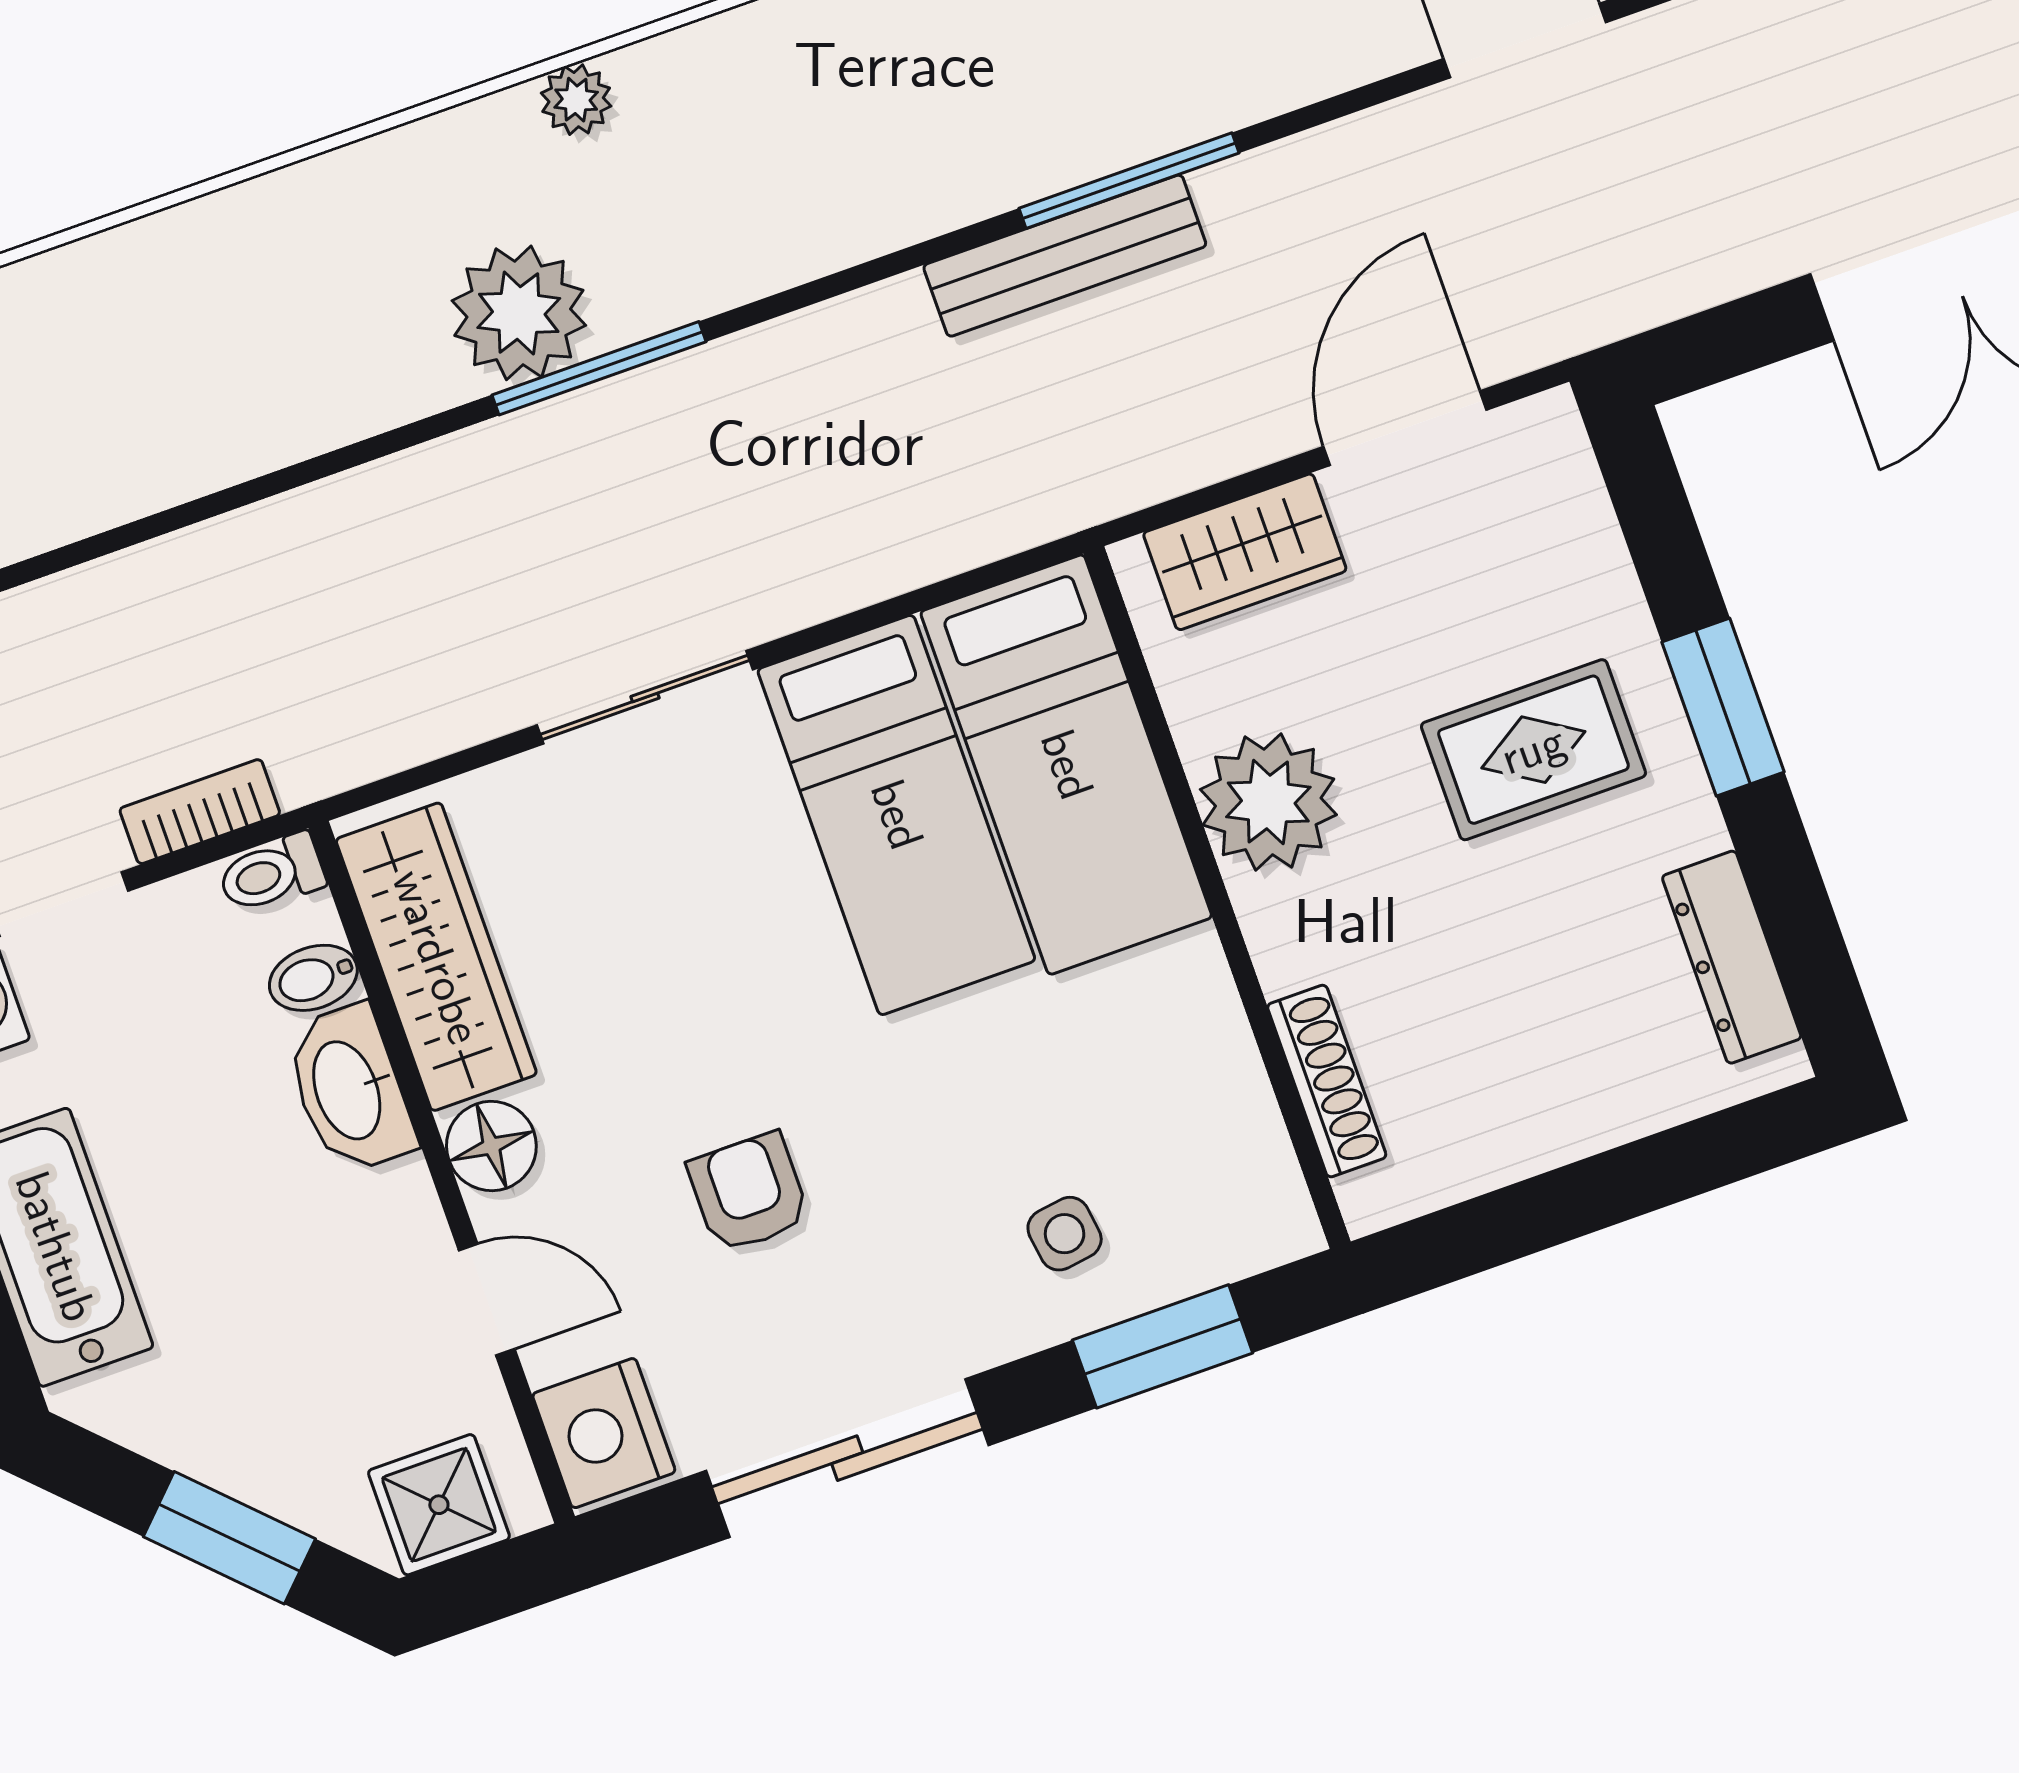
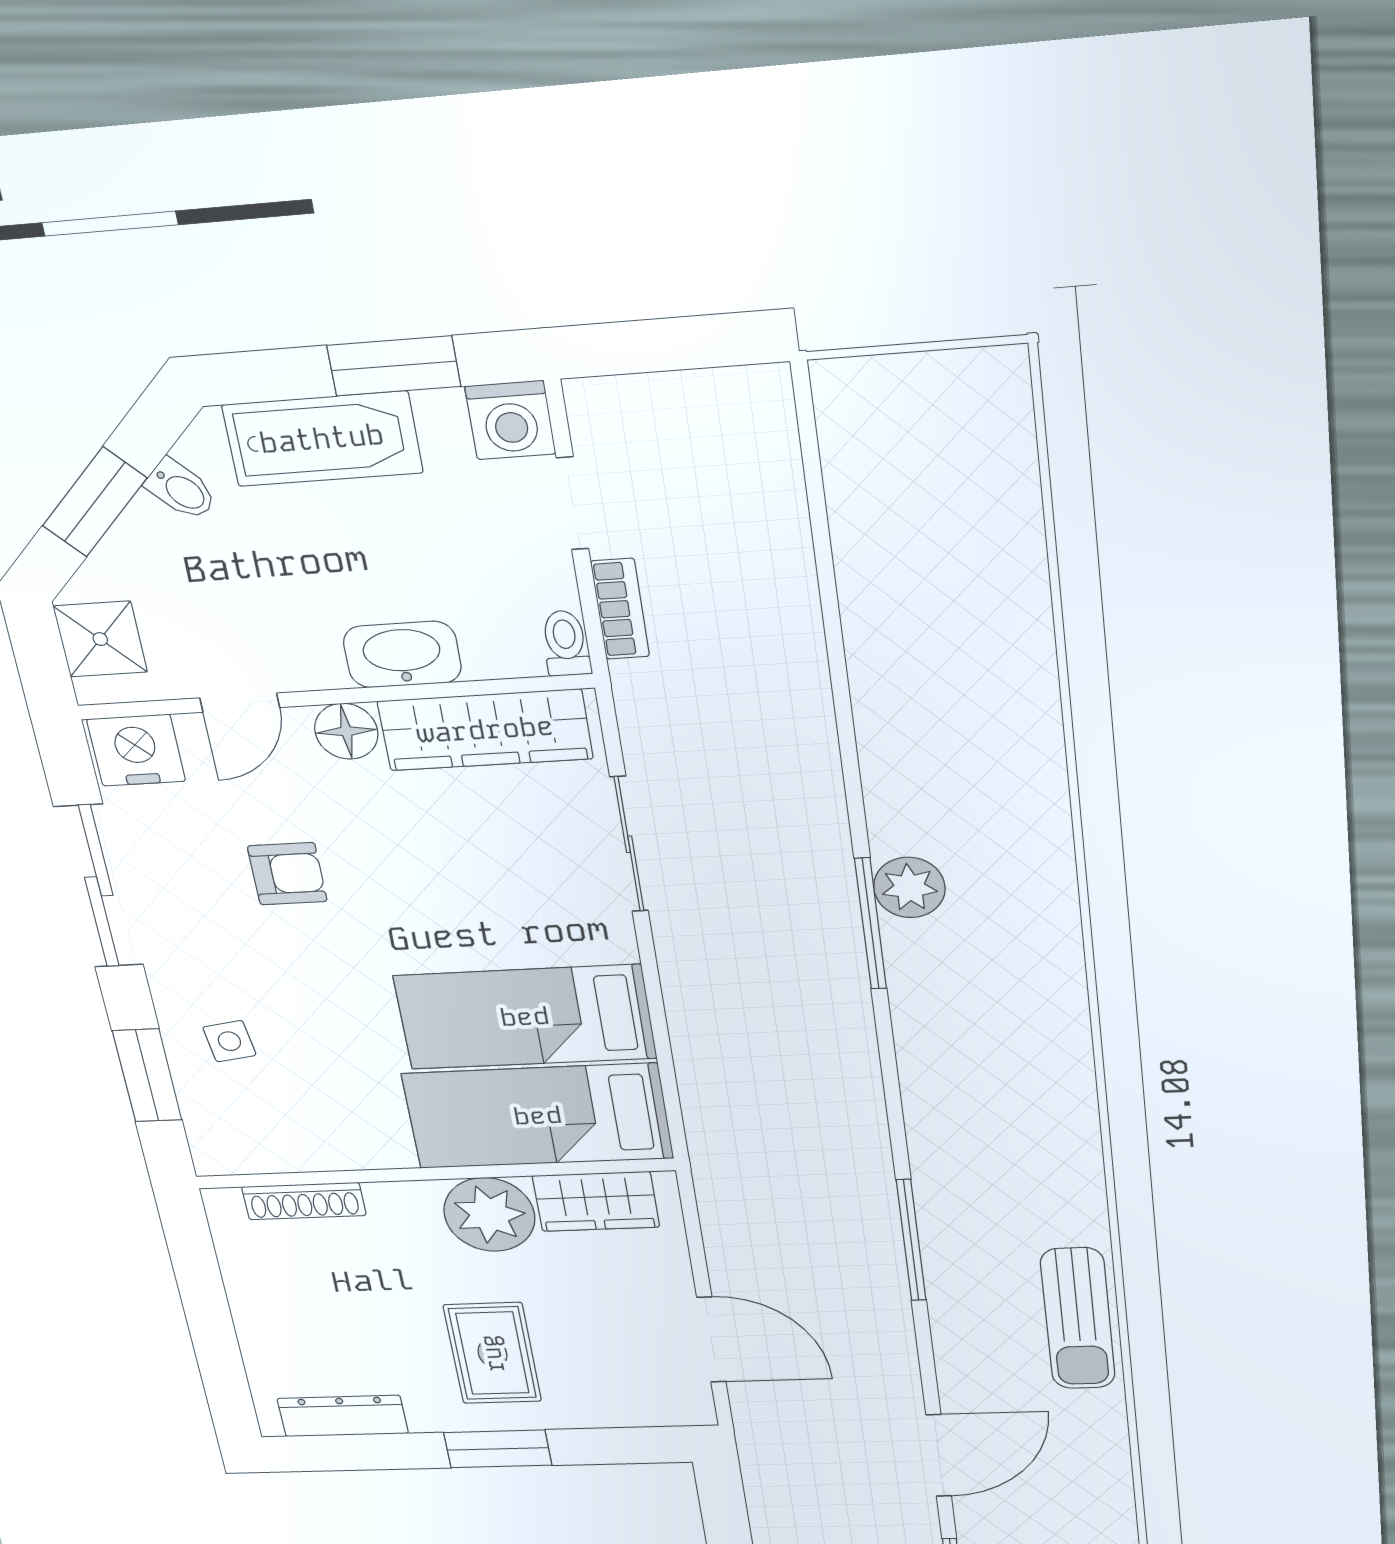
plant: (576, 100) -> (1060, 955), removed
bench: (1065, 256) -> (872, 1195), removed
plant: (519, 313) -> (909, 887), width x0.73, depth x0.73
wardrobe: (1245, 552) -> (596, 1201), moved, turned -90
sliding door: (645, 697) -> (629, 844), moved
bidet: (313, 978) -> (181, 490), moved, turned 135

